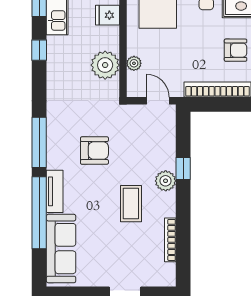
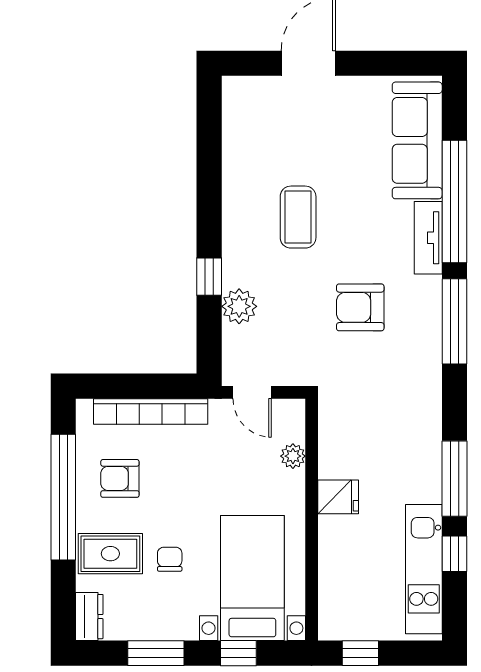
fridge: (107, 15) -> (338, 497), moved
window: (39, 50) -> (454, 479), width x2.17
plant: (105, 65) -> (342, 453), removed
plant: (166, 181) -> (239, 306), moved
bookcase: (170, 240) -> (231, 155), removed

